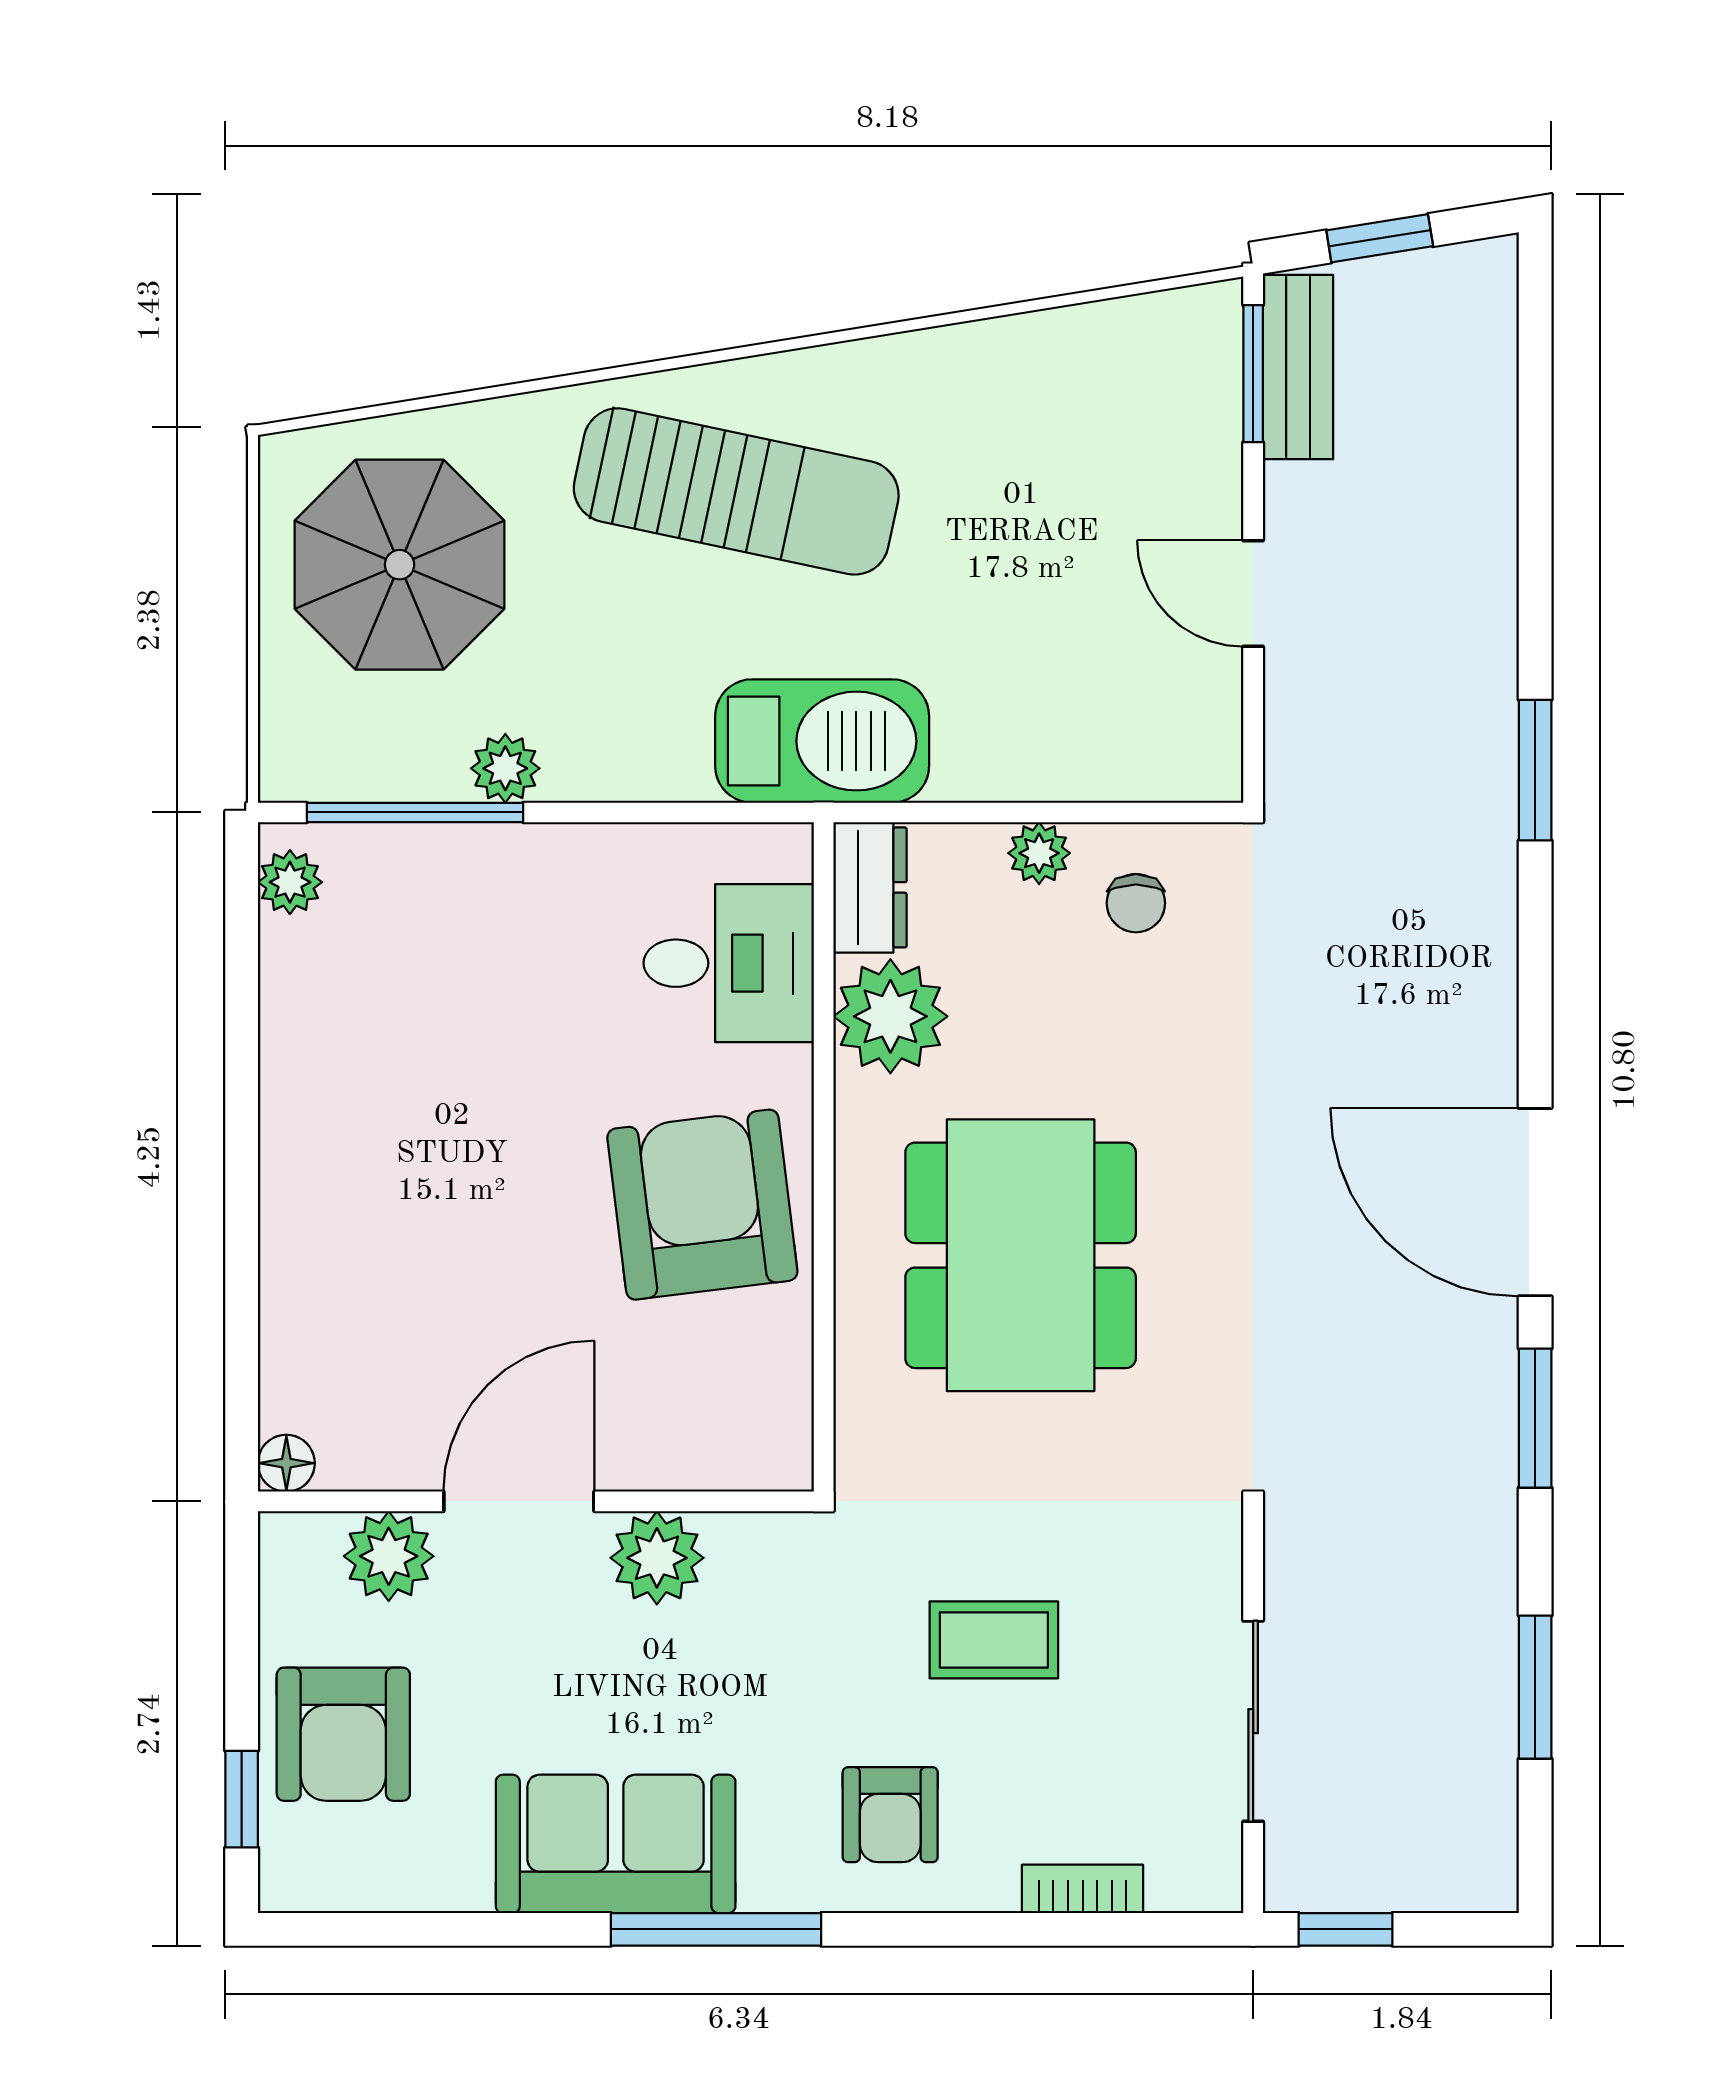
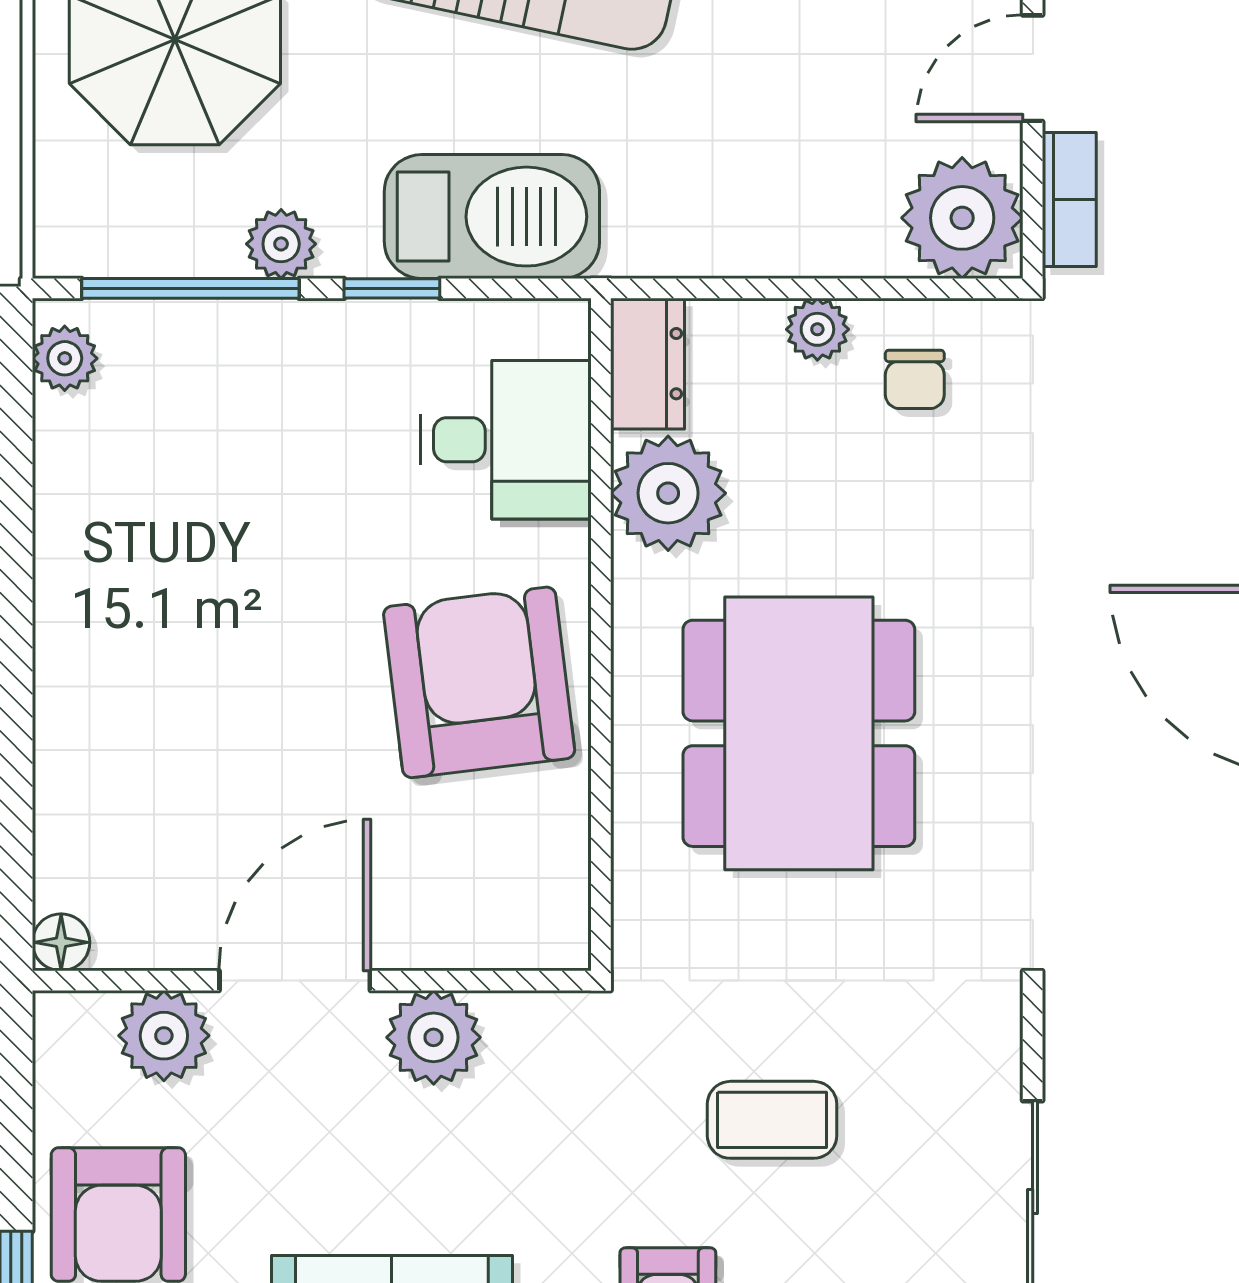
door: (1253, 593) -> (1033, 68), hinge flipped
bookcase: (1290, 724) -> (1069, 200), added
barbecue: (822, 741) -> (492, 217), moved
plant: (1183, 742) -> (962, 218), added
window: (616, 812) -> (392, 288), added

